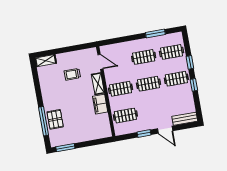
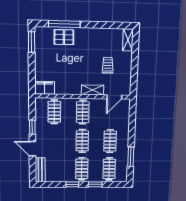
filing cabinet: (100, 104) -> (45, 88), moved
door: (165, 130) -> (32, 149), hinge flipped

